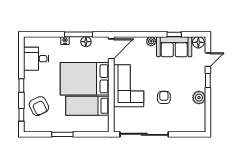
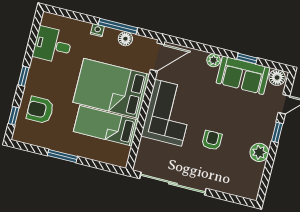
armchair: (39, 106) -> (40, 110), turned 116

